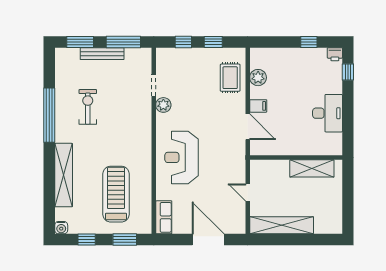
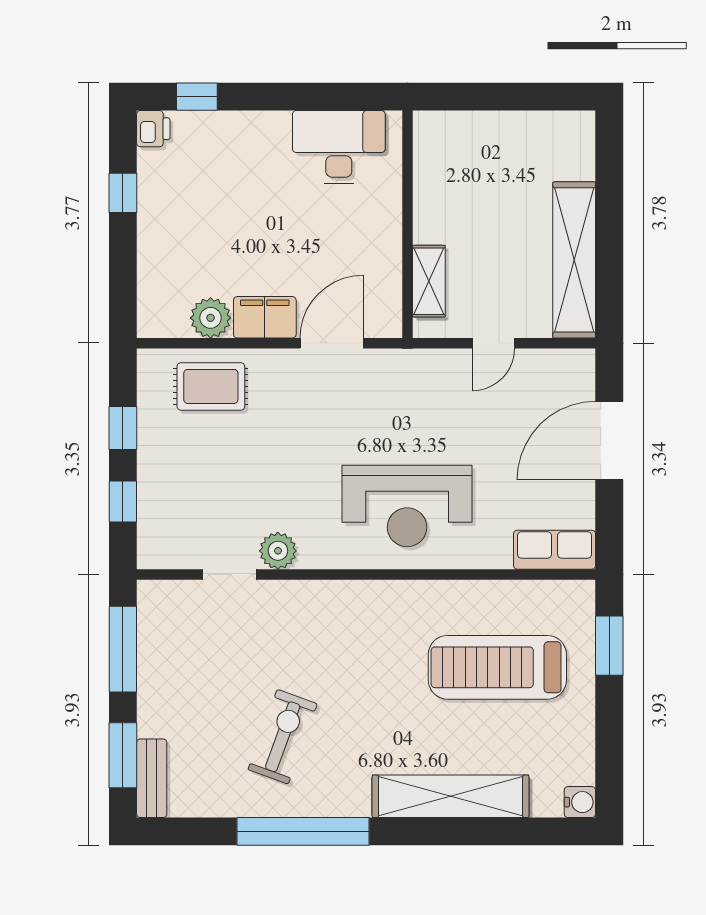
bench: (102, 54) -> (152, 778), moved, width x0.73
filing cabinet: (258, 106) -> (265, 317), width x2.00
exercise bike: (88, 107) -> (283, 737), turned 110
desk: (328, 113) -> (339, 147), moved
shelving: (312, 168) -> (429, 281), moved, width x0.67, depth x0.75
window: (87, 240) -> (609, 739), removed

